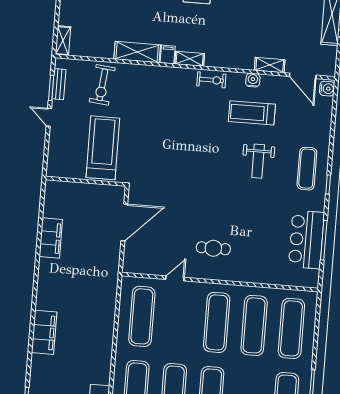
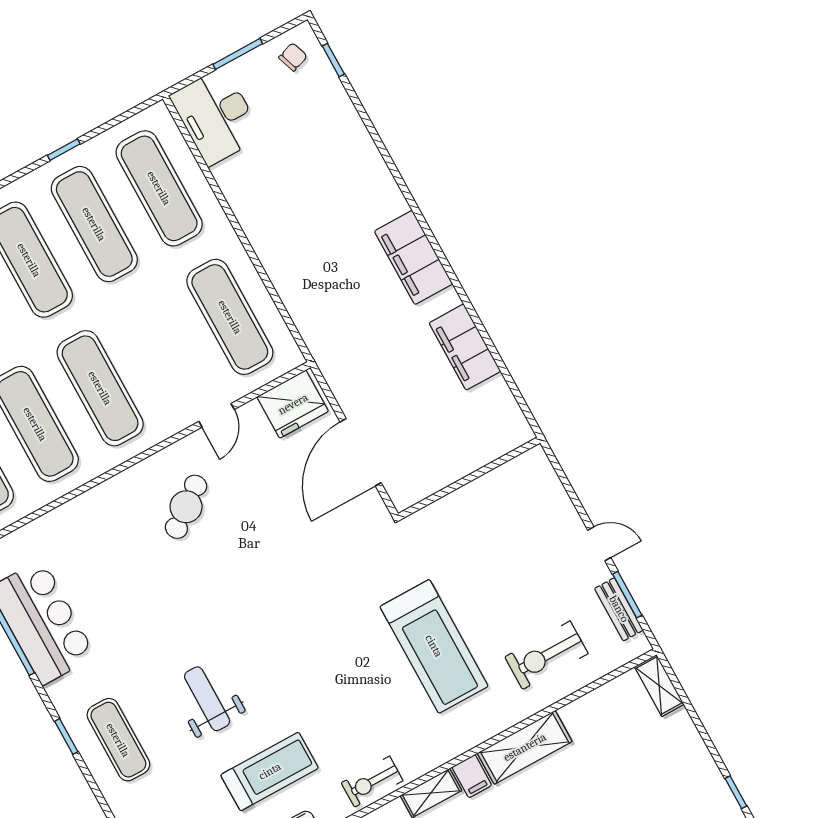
exercise bike: (102, 85) -> (546, 655), turned -96
treadmill: (103, 148) -> (434, 646), moved
cafe table: (213, 248) -> (186, 507), turned -37
fridge: (140, 262) -> (293, 404), added
filing cabinet: (44, 332) -> (414, 257), moved

